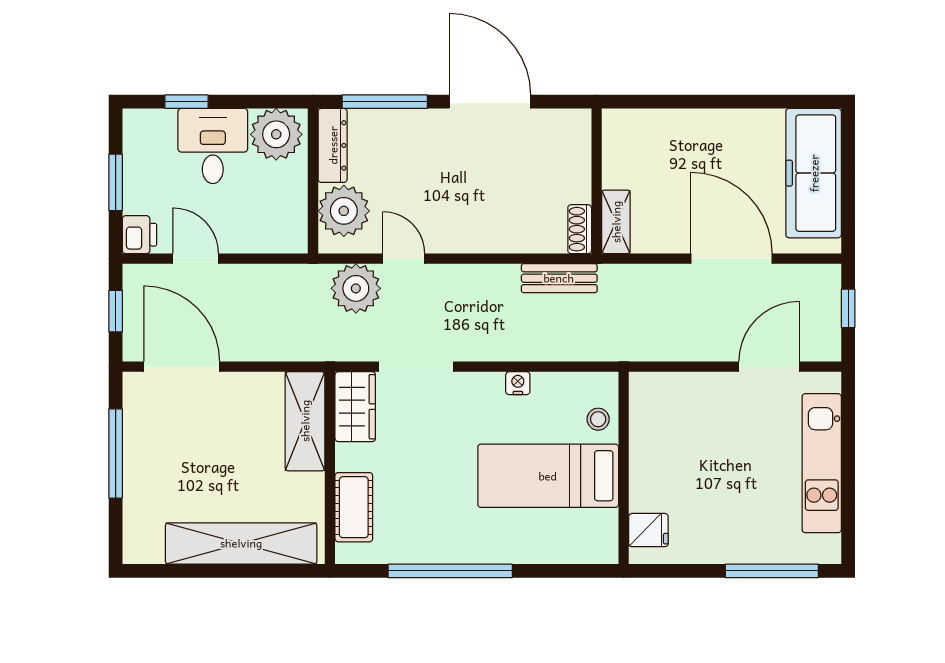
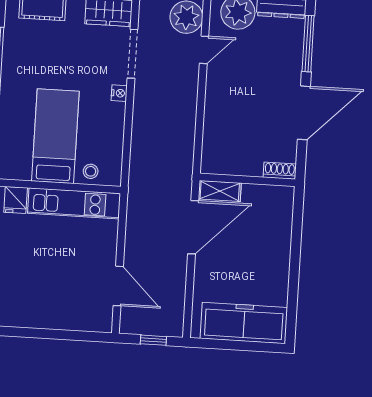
shoe rack: (580, 229) -> (280, 171), moved
door: (731, 259) -> (193, 227), moved
bench: (559, 278) -> (185, 151), removed
nightstand: (518, 383) -> (119, 93), moved
kitchen unit: (822, 463) -> (74, 203), moved, turned 180

